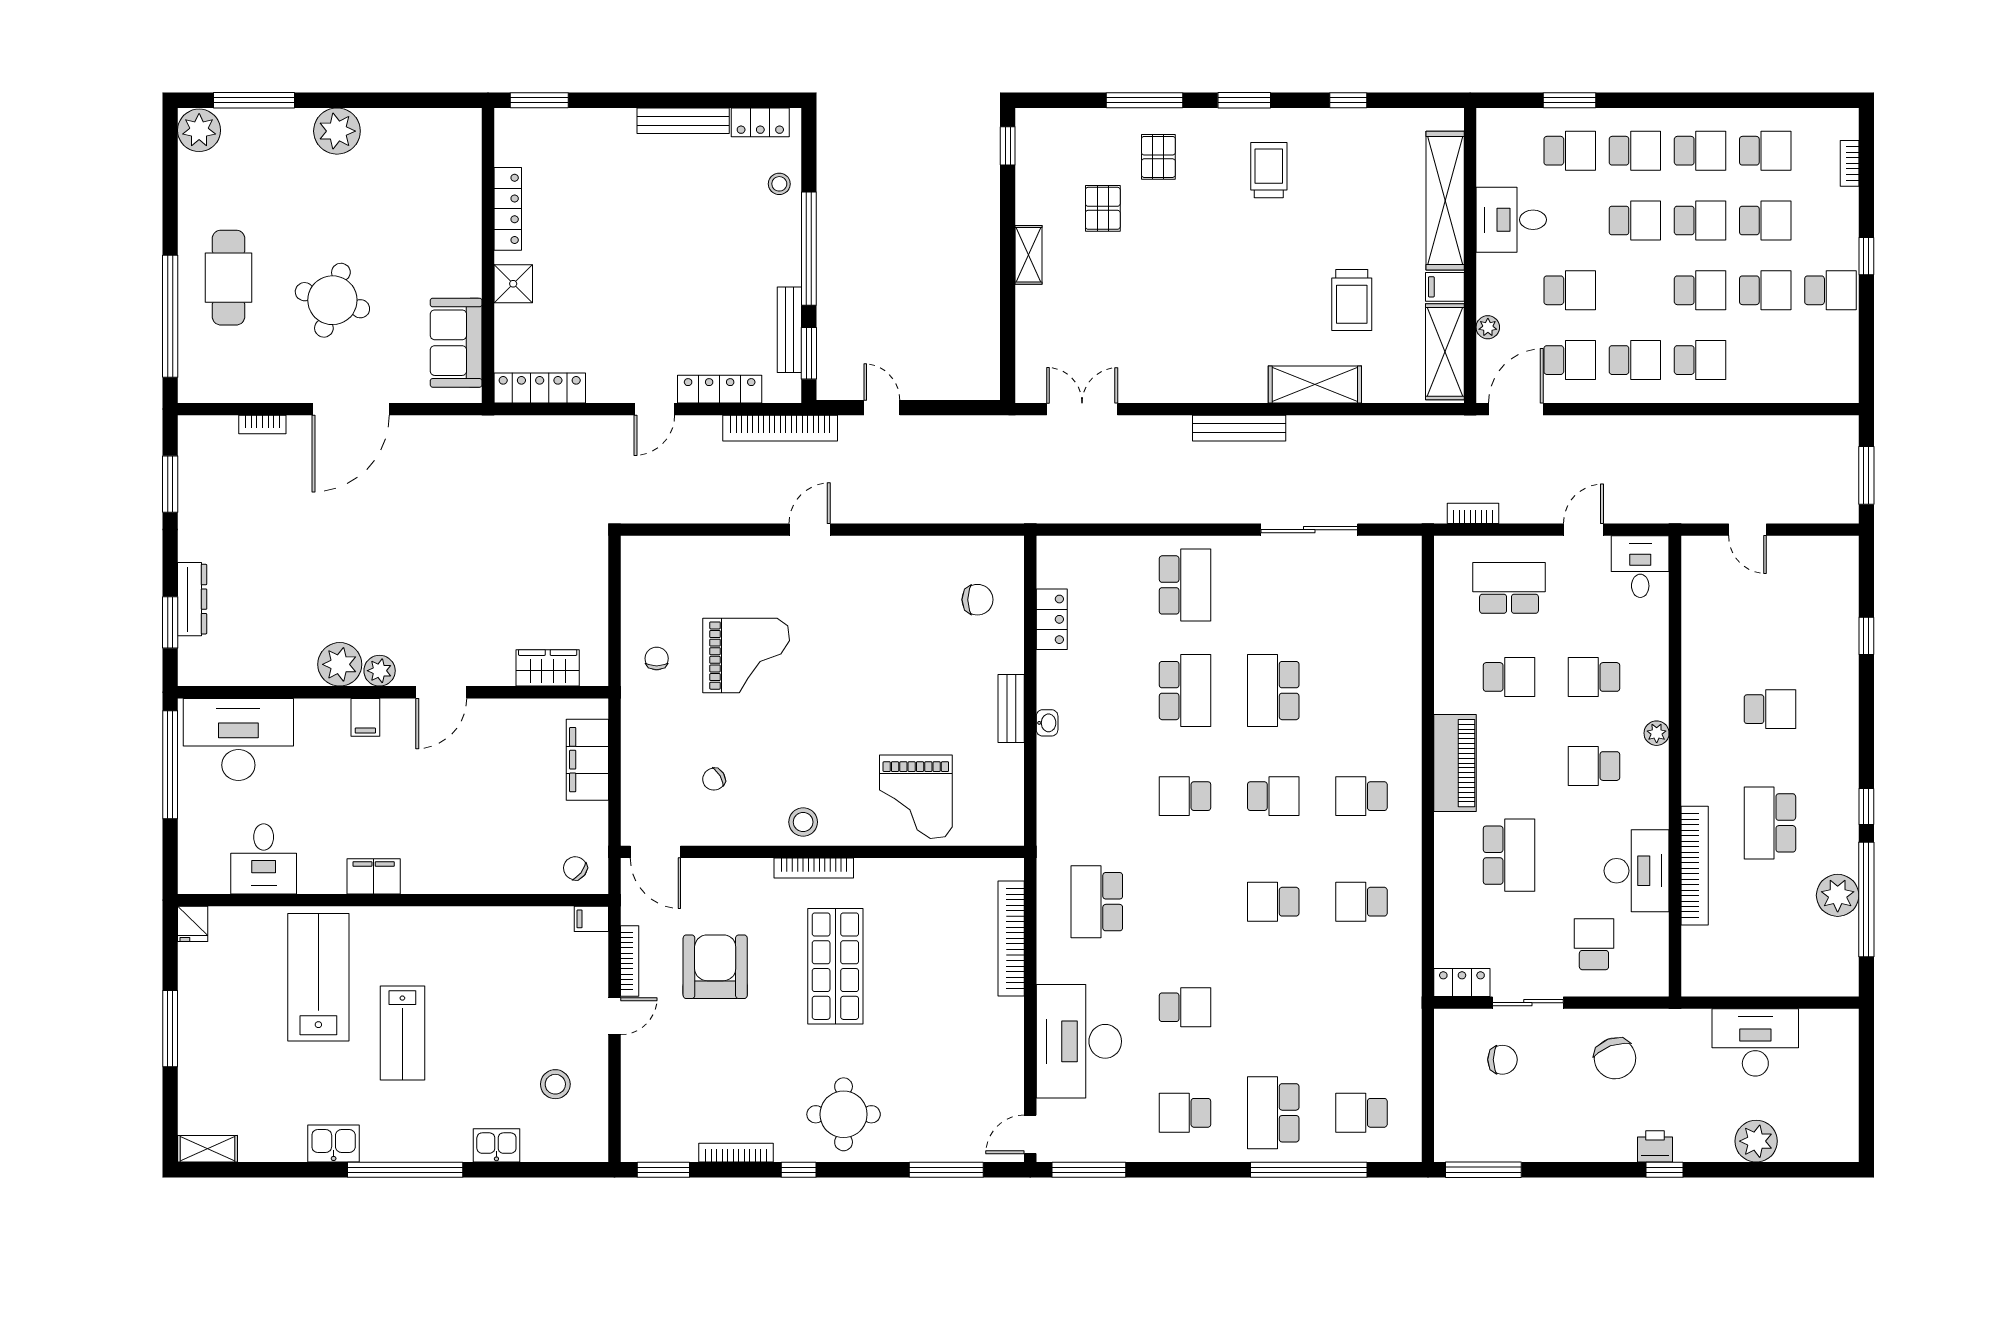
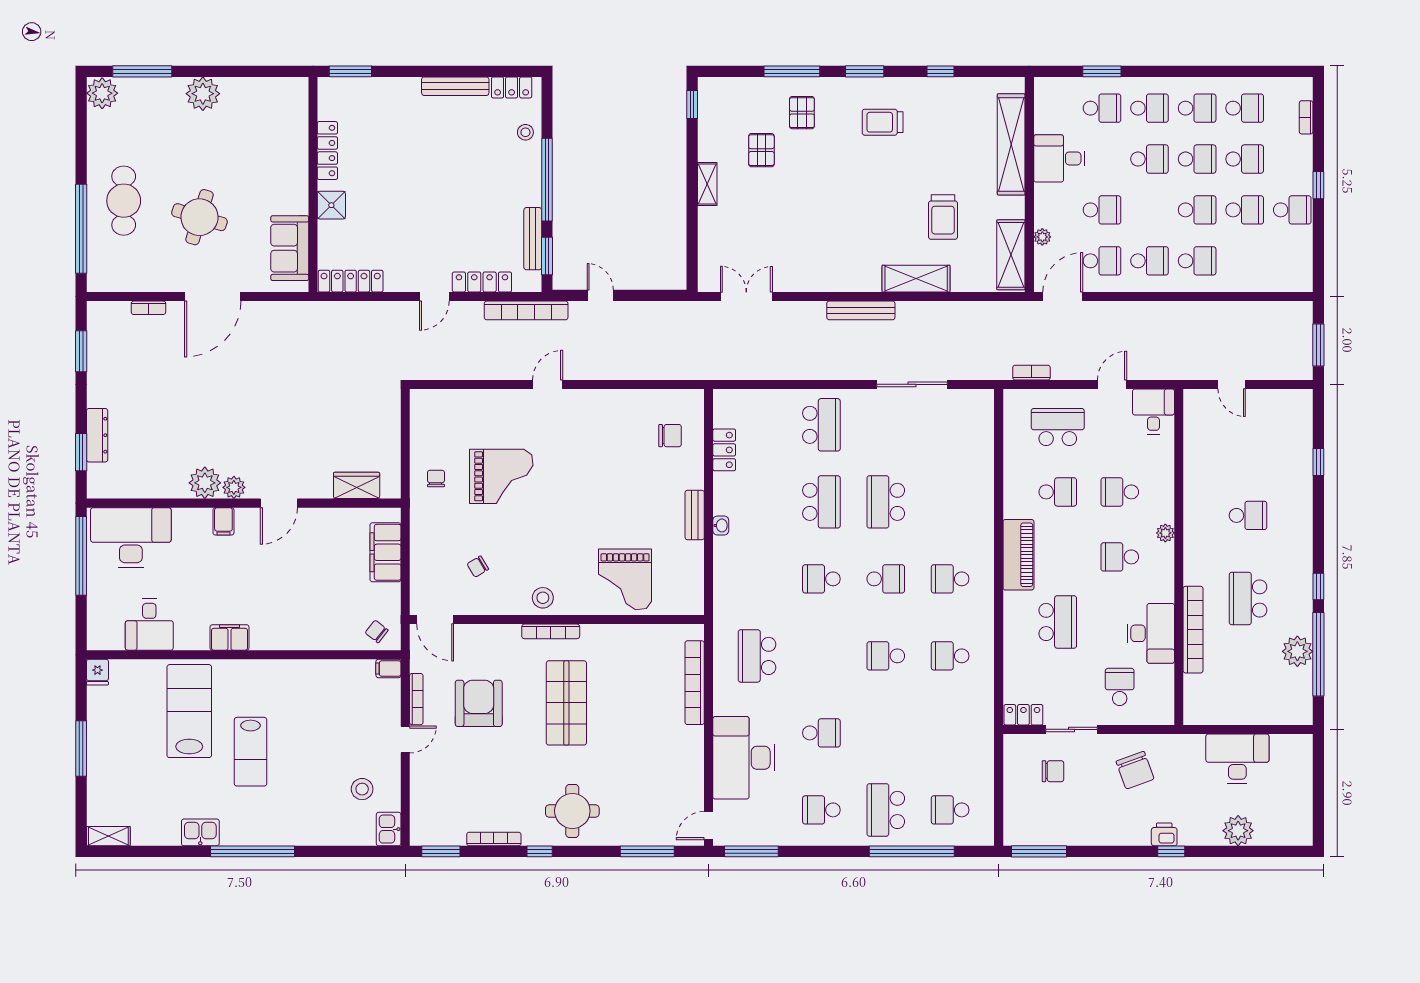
trolley: (1269, 170) -> (883, 122), turned -90
filing cabinet: (1445, 287) -> (1011, 207), removed
kitchen sink: (496, 1145) -> (389, 829), moved, turned -90

